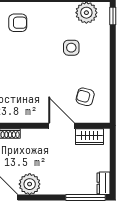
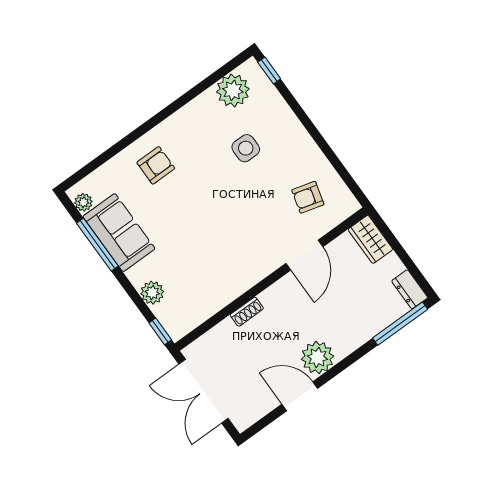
door: (61, 126) -> (304, 255), swing flipped
wardrobe: (89, 137) -> (370, 239), moved, turned 90

